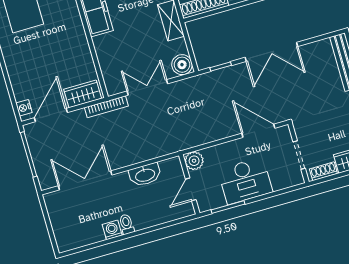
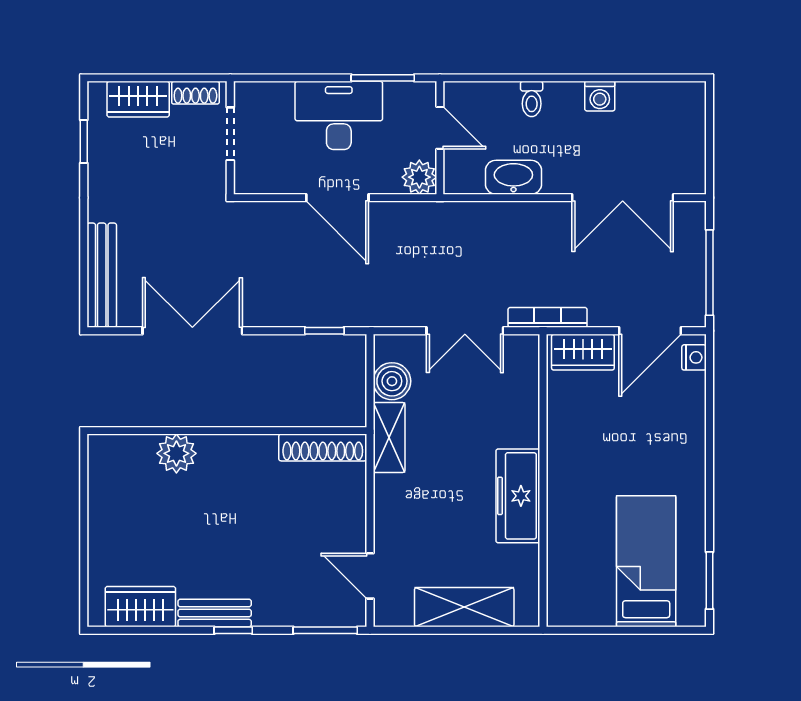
double door: (271, 52) -> (192, 331), moved
boiler: (182, 65) -> (392, 381), moved
door: (258, 131) -> (337, 198), moved
door: (191, 189) -> (440, 128), hinge flipped
toilet: (127, 224) -> (532, 99), moved

